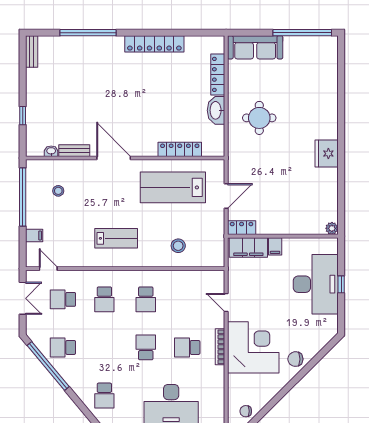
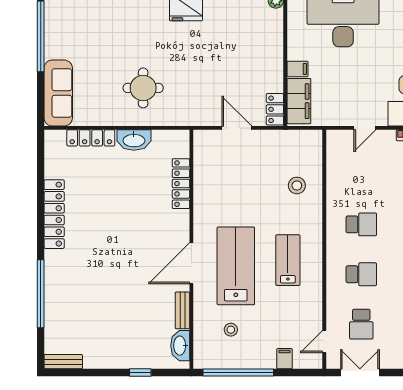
washbasin: (51, 151) -> (180, 346), width x1.91, depth x1.45
lab bench: (173, 187) -> (236, 266), moved, turned 180

